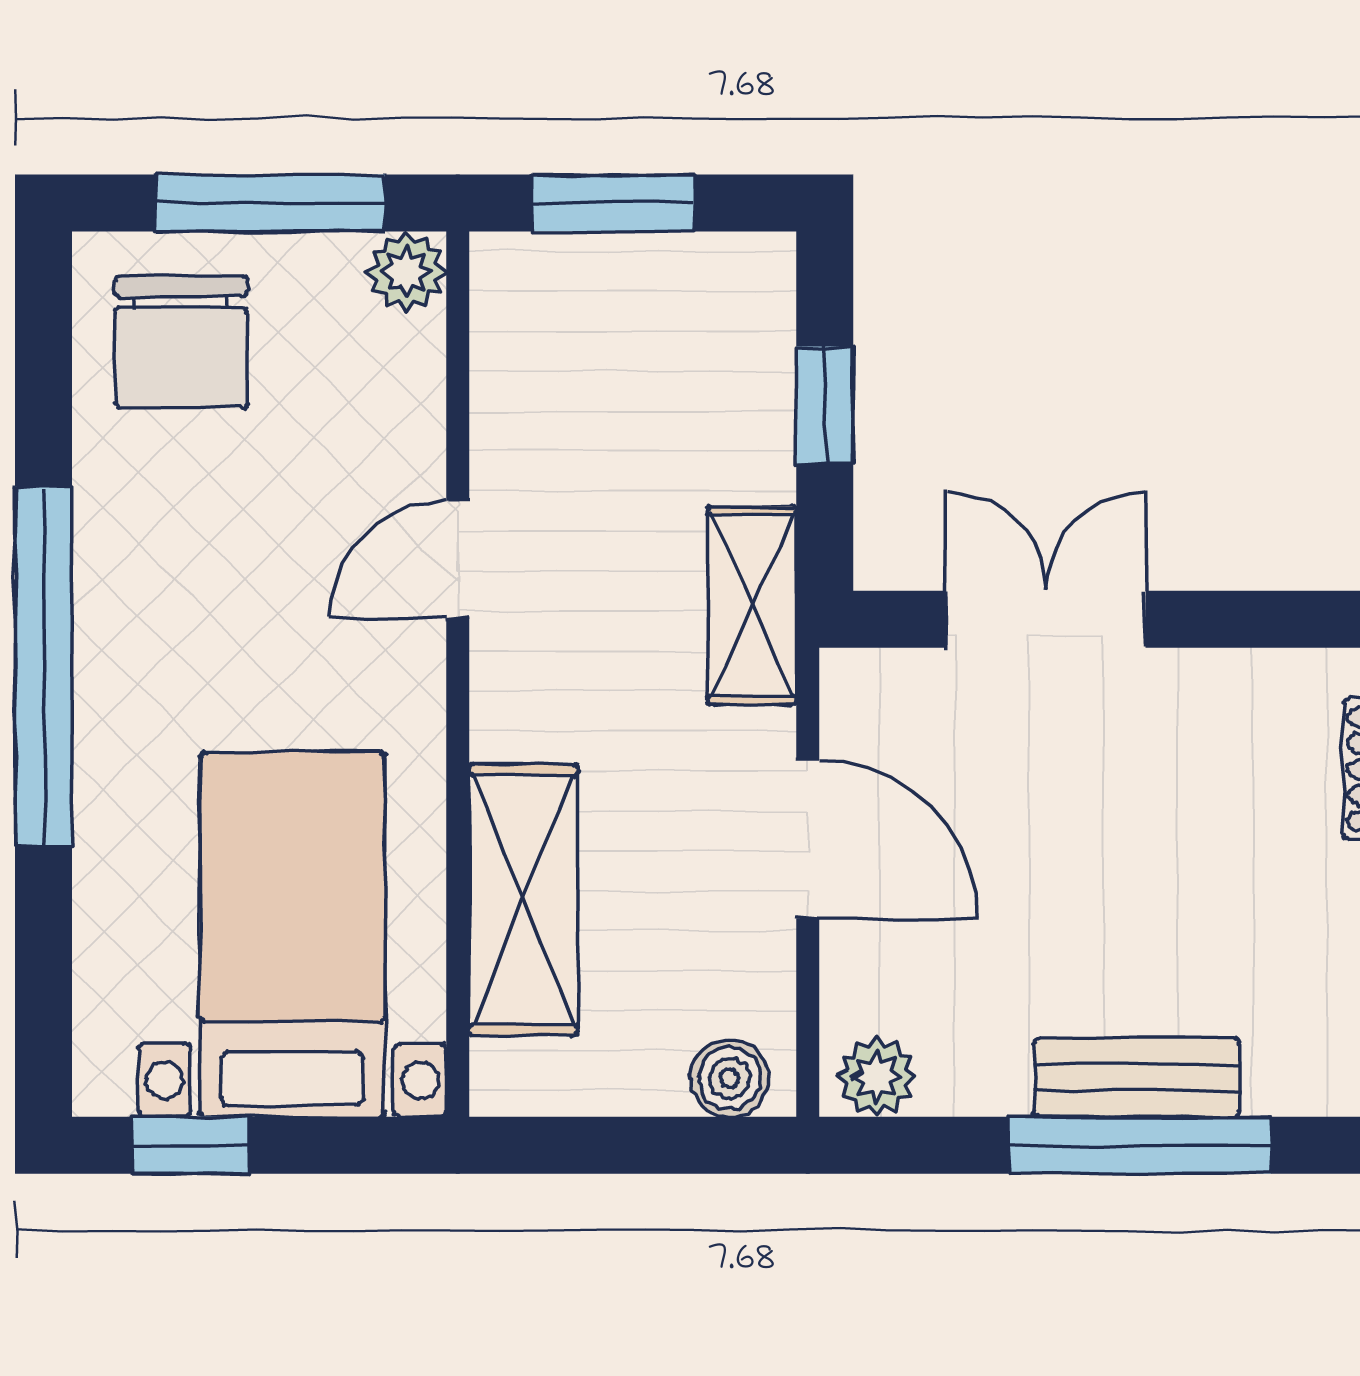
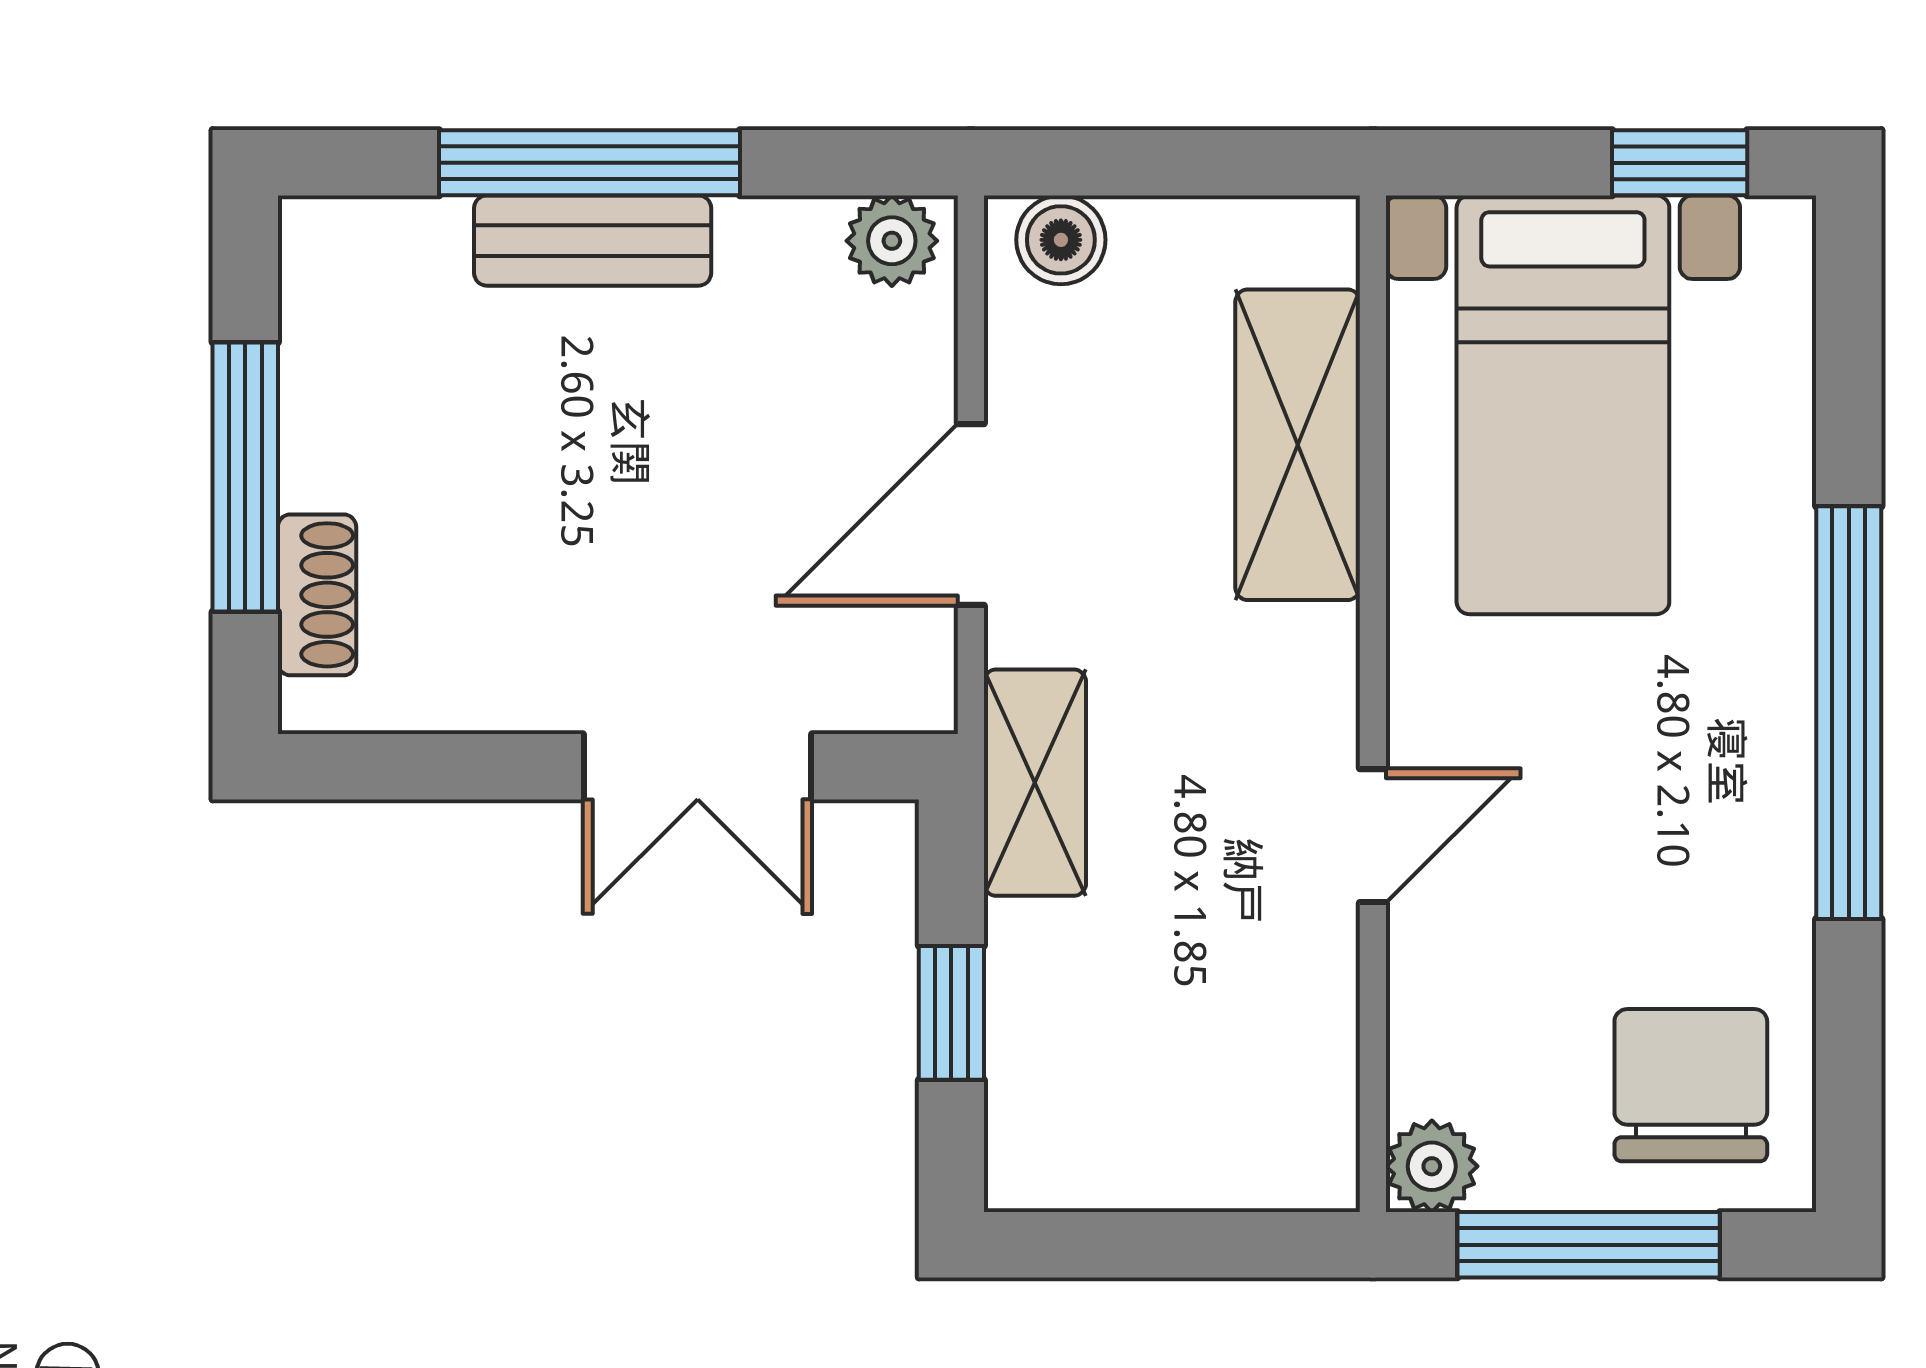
window: (613, 203) -> (1194, 1245), removed
door: (808, 839) -> (971, 514), hinge flipped

